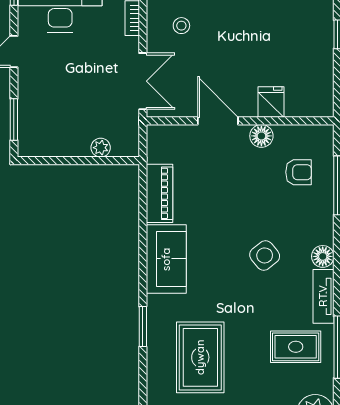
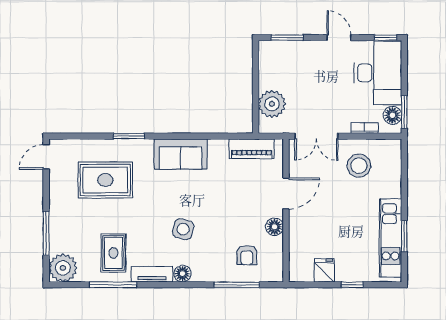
stool: (181, 26) -> (359, 166), width x1.89, depth x1.89
fridge: (271, 102) -> (324, 270), moved, turned -90
plant: (101, 148) -> (272, 104), width x1.87, depth x1.87
piano: (159, 193) -> (252, 149), moved
side table: (265, 255) -> (183, 229), turned -37

